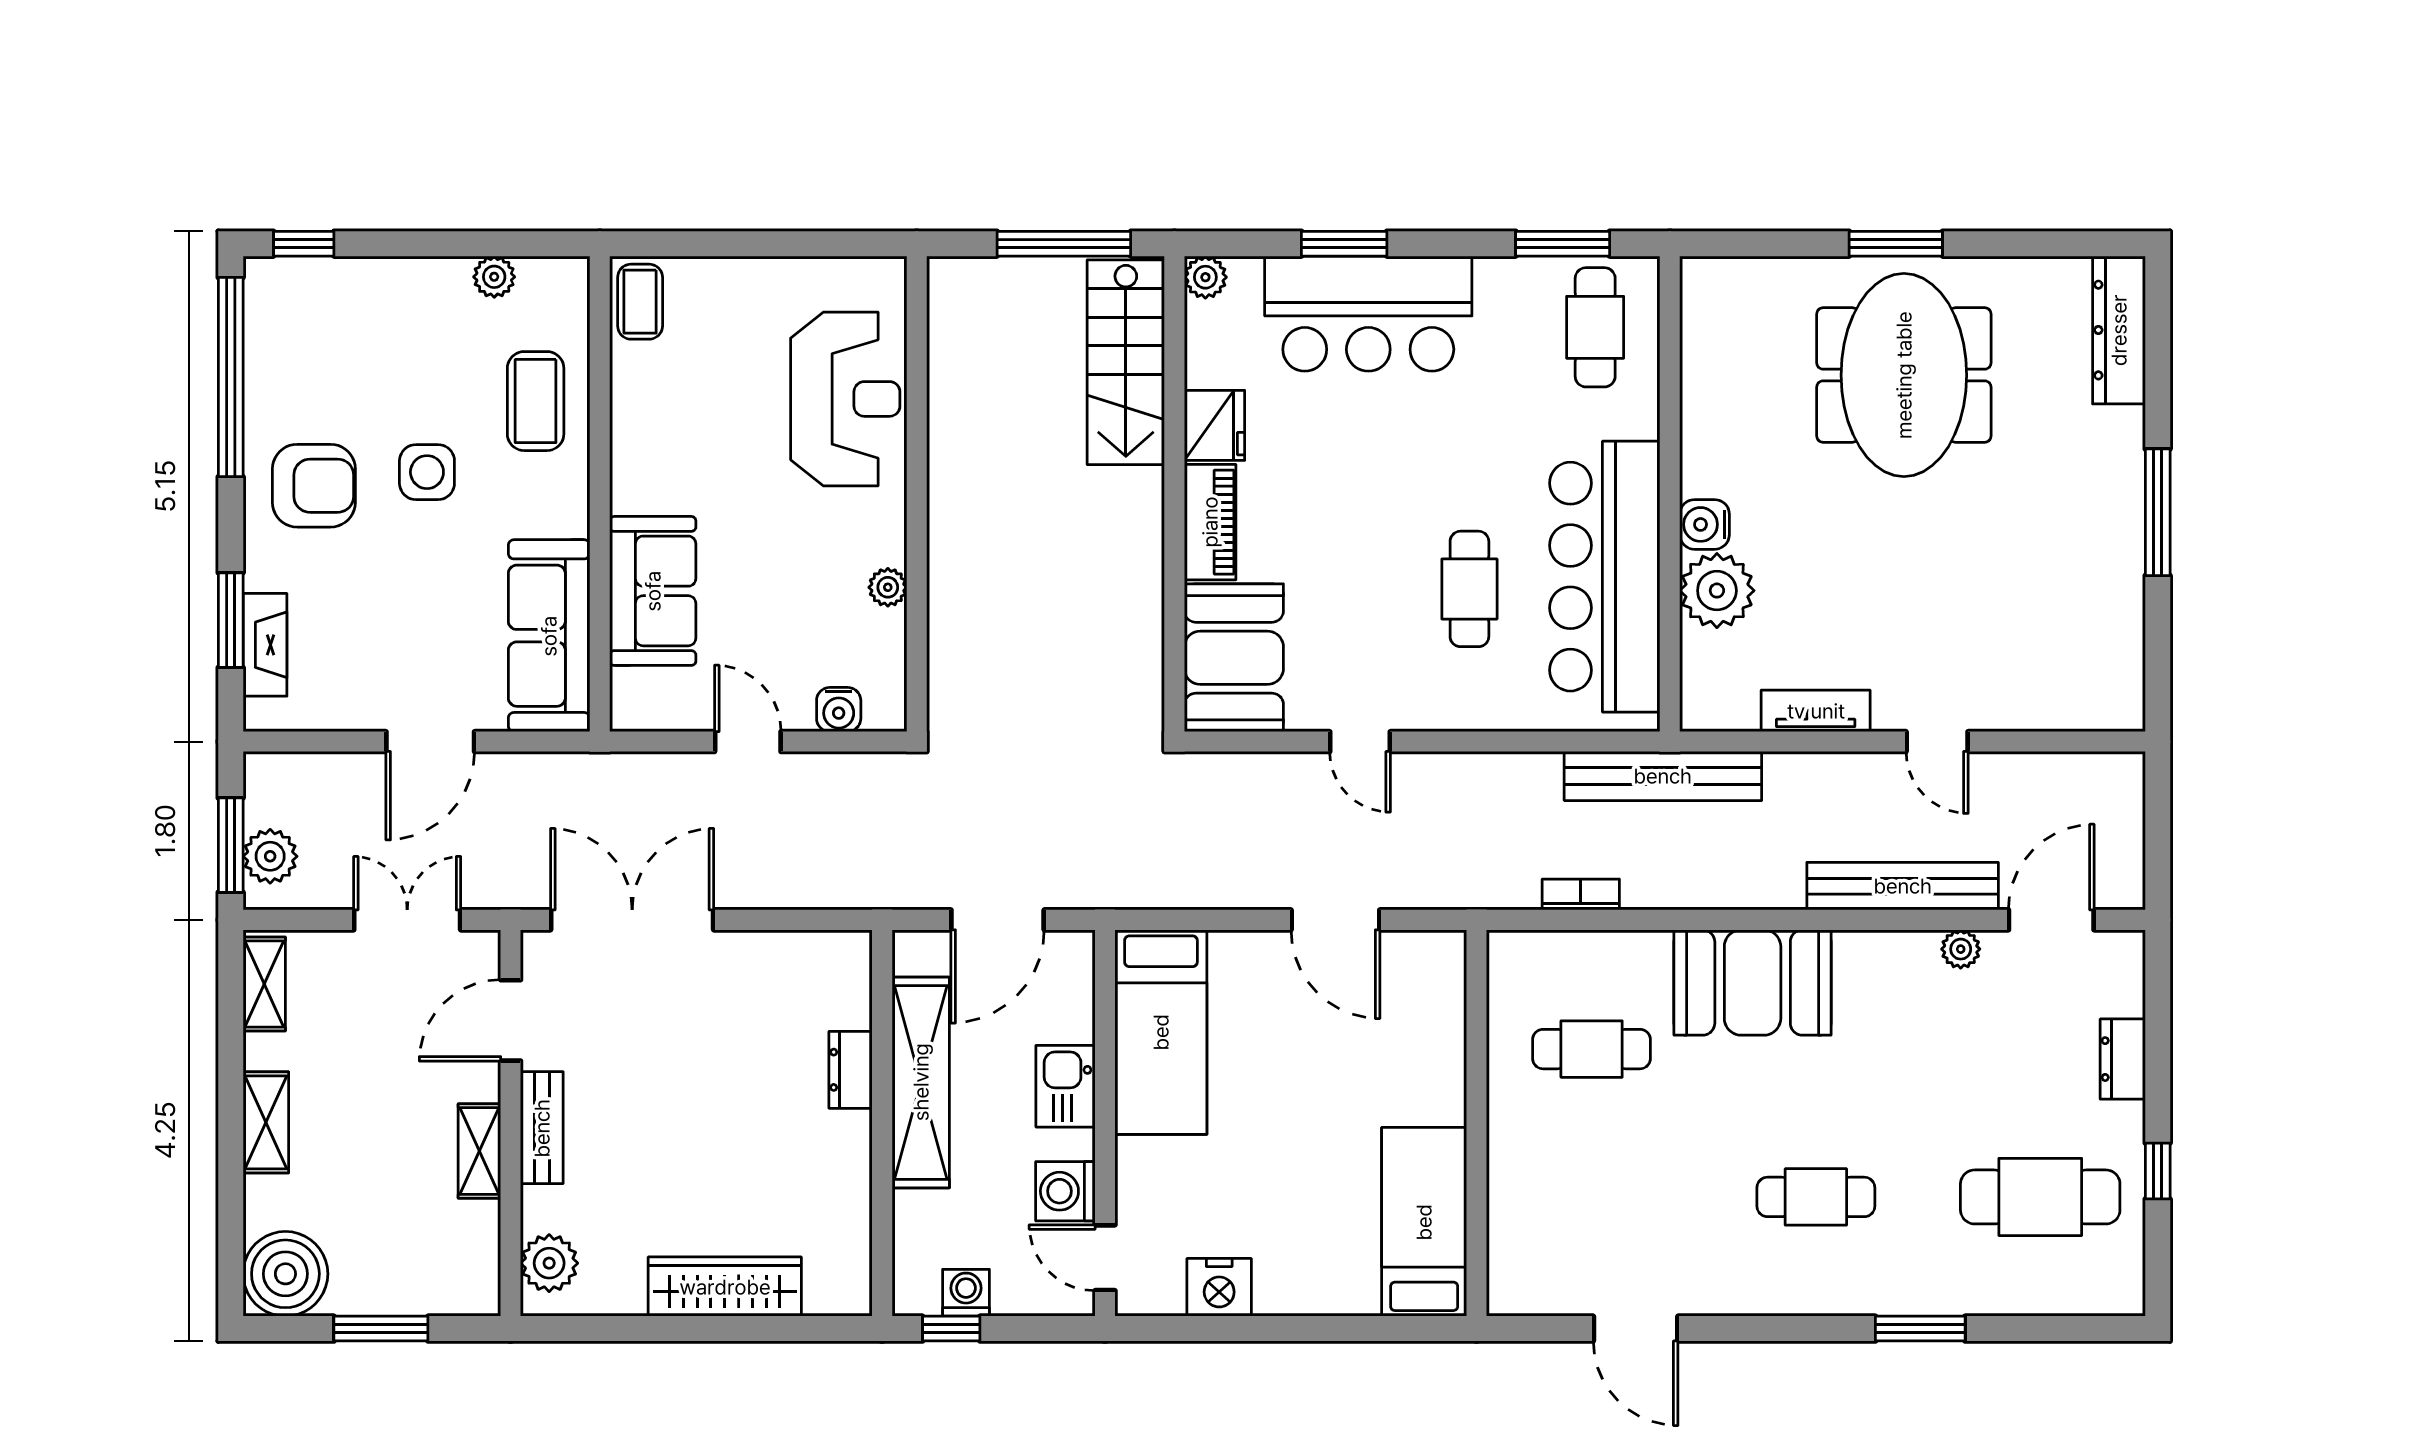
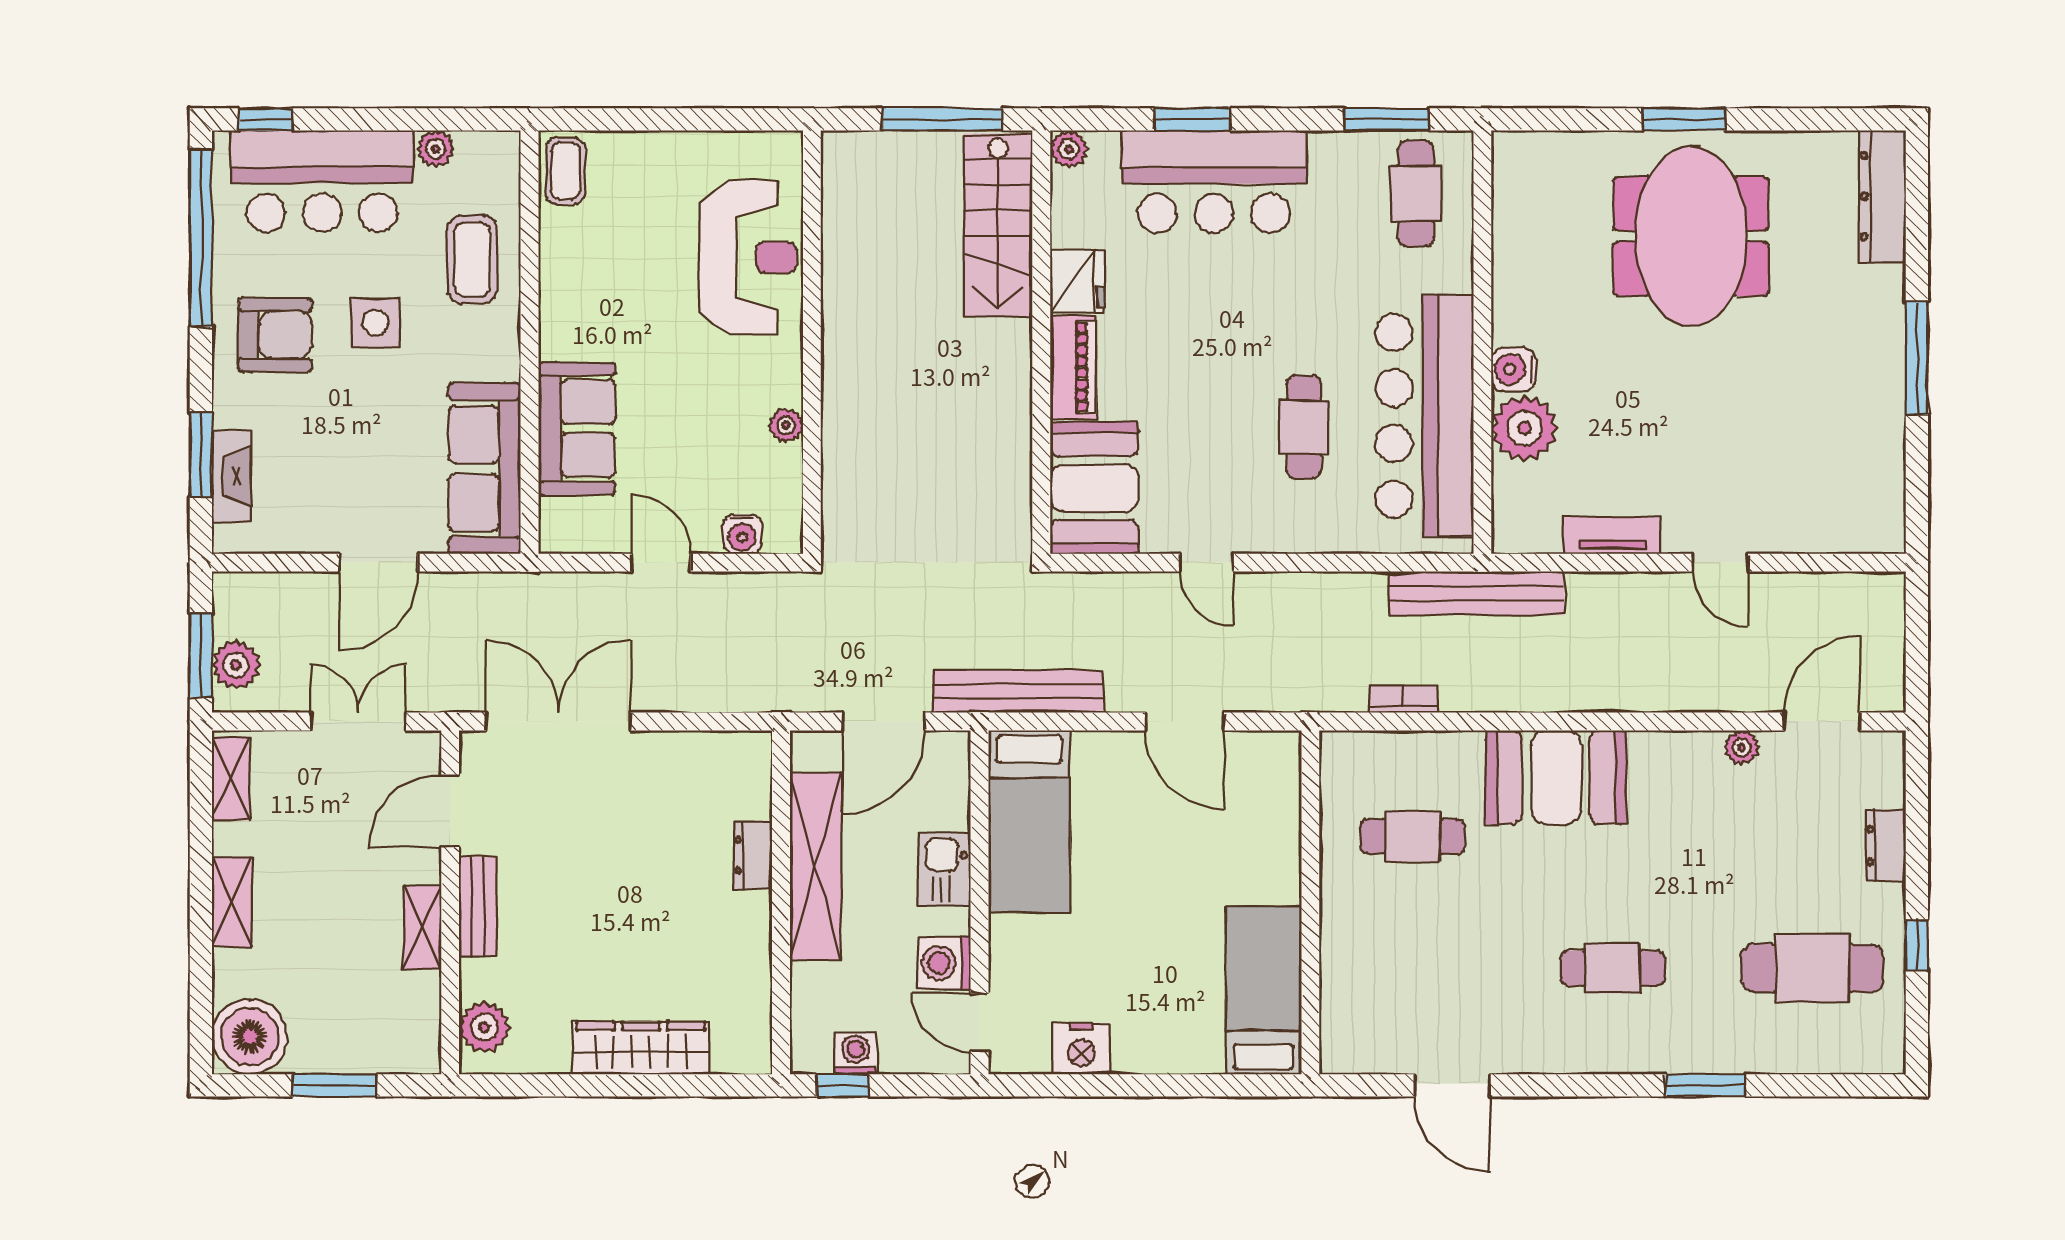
bar counter: (367, 313) -> (322, 181), added
bench: (1903, 886) -> (1018, 691), moved

